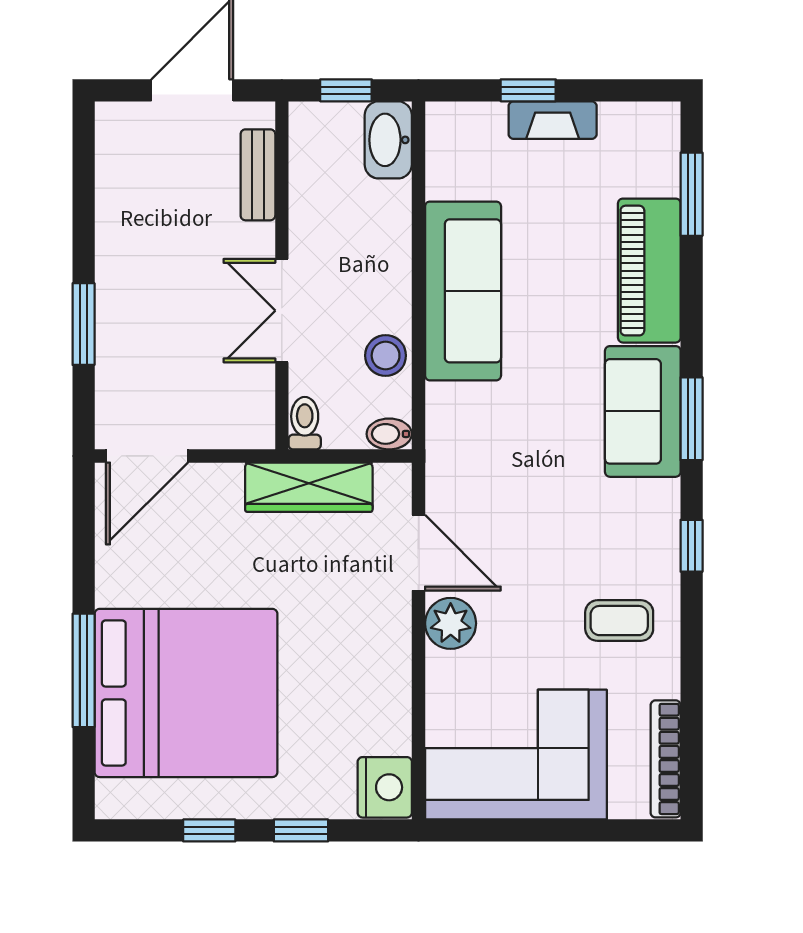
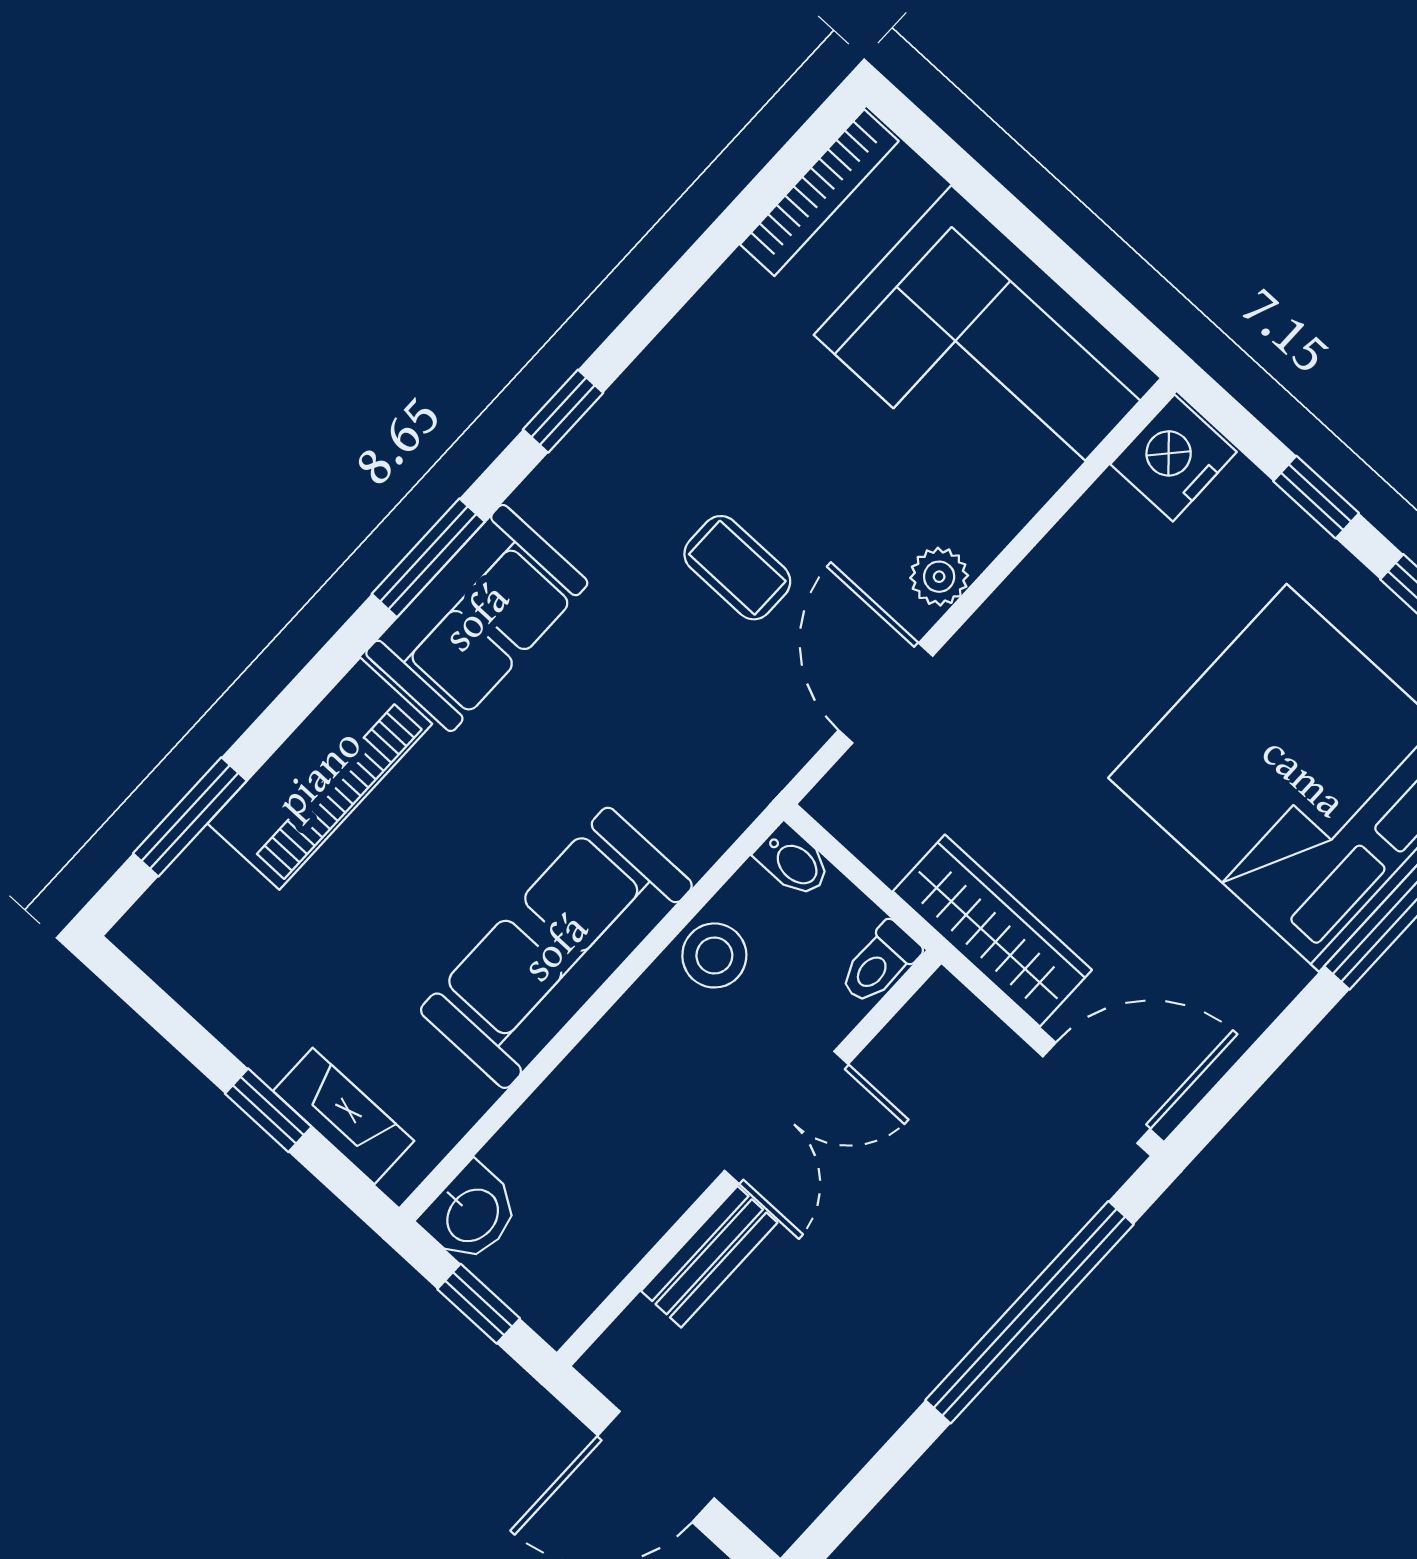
fireplace: (553, 120) -> (344, 1116), moved
washbasin: (388, 140) -> (471, 1214), width x0.72
bench: (258, 175) -> (709, 1257), moved
window: (84, 324) -> (1029, 1312), width x2.11
wardrobe: (309, 487) -> (992, 931), moved
coffee table: (619, 621) -> (737, 568), moved
plant: (451, 623) -> (939, 577), width x0.73, depth x0.73

